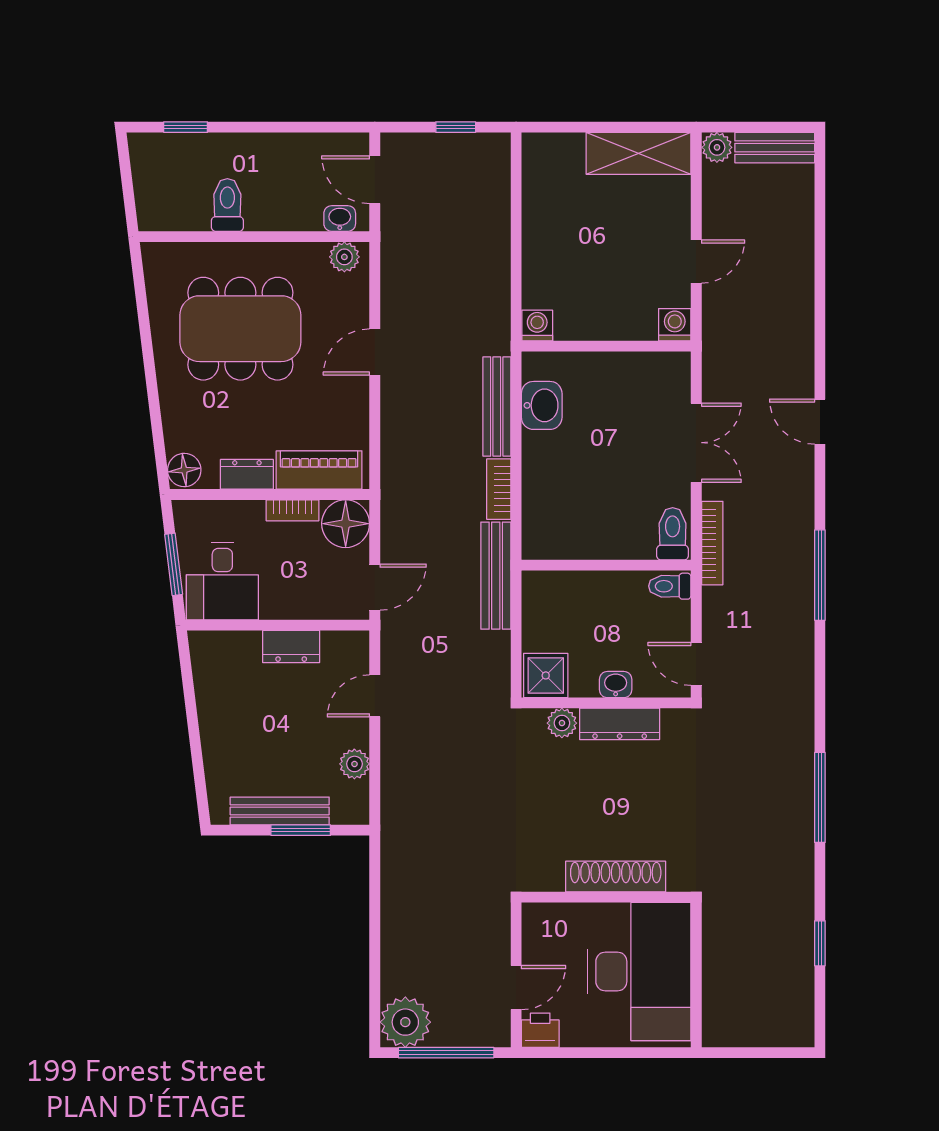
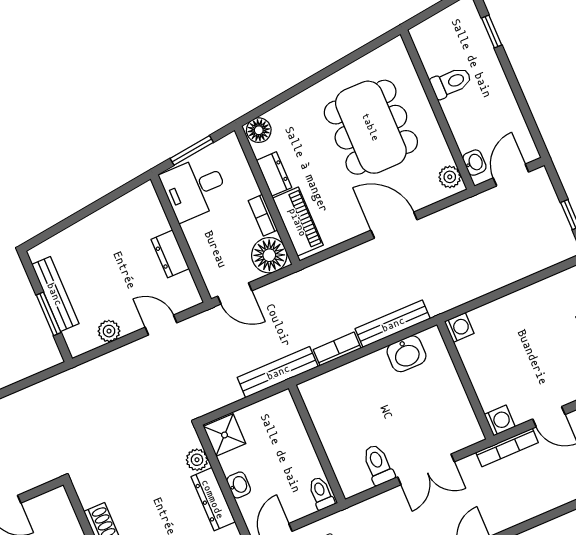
door: (375, 352) -> (394, 225), width x1.38
toilet: (673, 534) -> (378, 465), moved, turned -90
bookcase: (712, 543) -> (507, 447), moved

